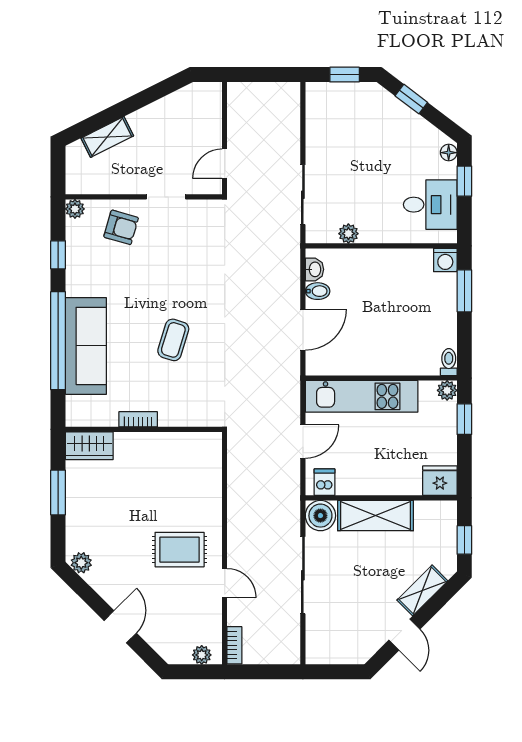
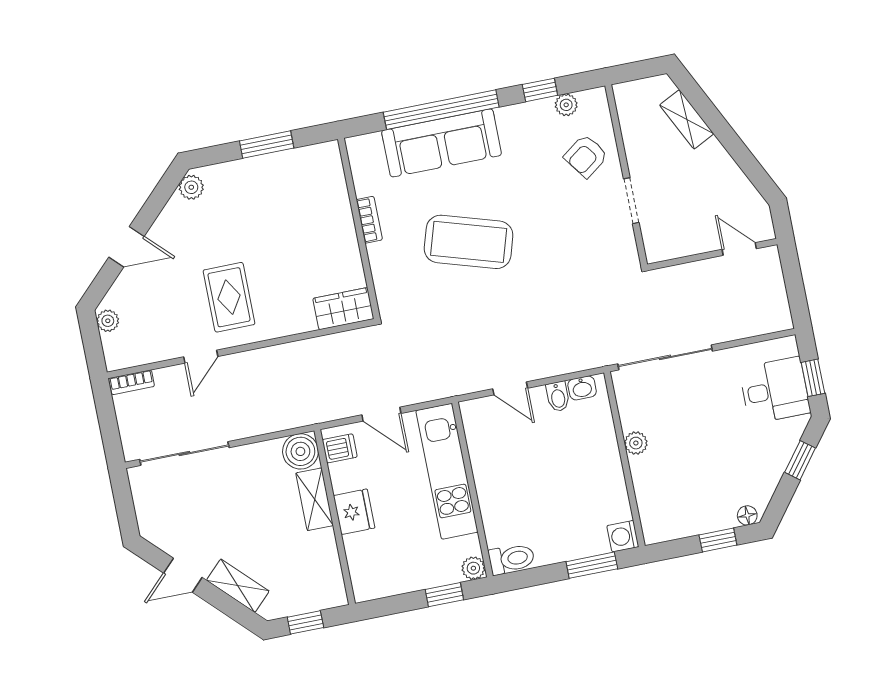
door: (225, 164) -> (739, 249), moved
sliding door: (303, 195) -> (665, 357), width x1.37
desk: (430, 205) -> (775, 390), moved, turned -90
plant: (75, 209) -> (566, 105), moved
armchair: (121, 227) -> (586, 156), turned 38
plant: (348, 234) -> (636, 443), moved
door: (303, 330) -> (510, 388), width x0.73
coffee table: (173, 340) -> (469, 242), width x1.86, depth x1.72
toilet: (449, 362) -> (512, 559), width x1.37, depth x1.39
wardrobe: (89, 446) -> (343, 309), moved, turned 90
fridge: (440, 481) -> (354, 512), moved
shelving: (375, 516) -> (315, 499), width x0.67, depth x0.75
sliding door: (303, 575) -> (184, 454), moved
plant: (202, 655) -> (108, 321), moved

